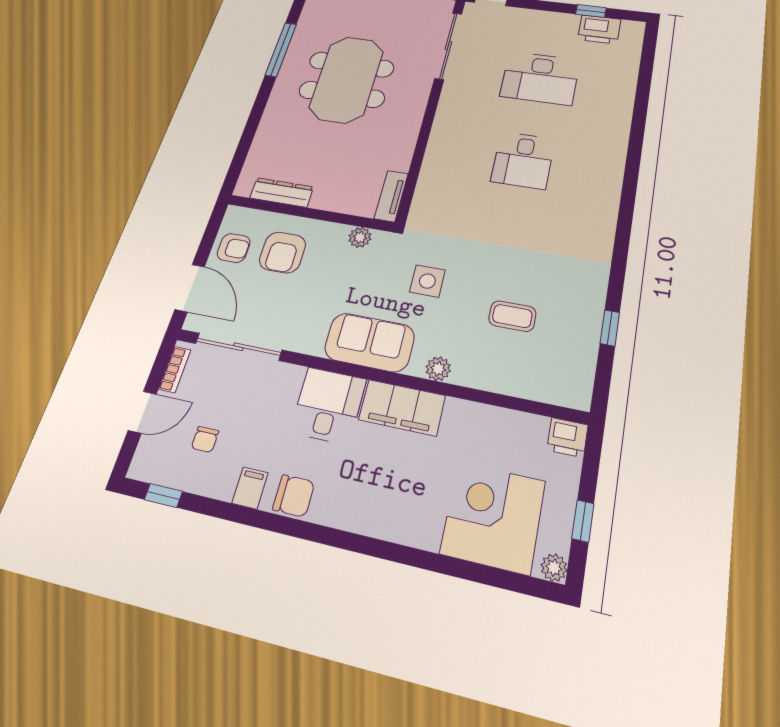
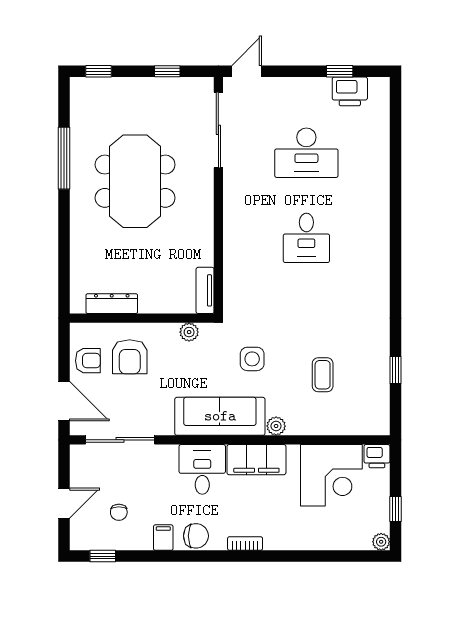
coffee table: (512, 316) -> (323, 375), turned 90
sofa: (369, 342) -> (220, 416), width x1.36
bookcase: (175, 369) -> (245, 543), moved, turned -90
corner desk: (493, 517) -> (331, 475), moved, turned 180

